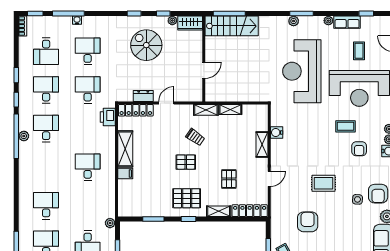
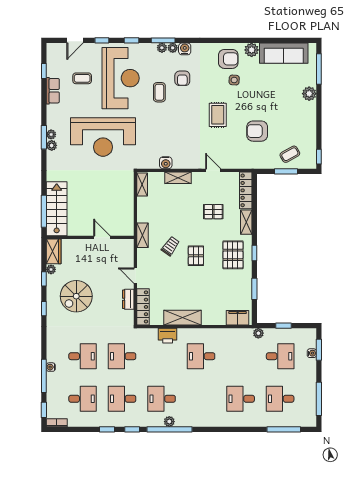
plant: (328, 21) -> (51, 134), moved
desk: (88, 51) -> (83, 356), turned 180
shelving: (230, 110) -> (142, 185), moved
printer: (108, 117) -> (168, 336), moved
armchair: (359, 149) -> (182, 78), turned 90
filing cabinet: (125, 174) -> (238, 318), moved, width x2.00

